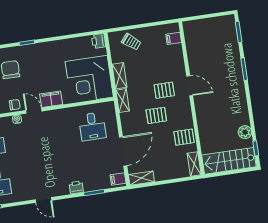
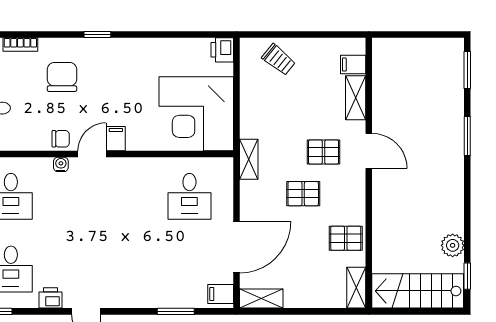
shelving: (120, 76) -> (356, 98), moved
filing cabinet: (51, 99) -> (116, 139), width x0.50
door: (34, 111) -> (92, 154), hinge flipped
printer: (76, 187) -> (50, 298), moved

